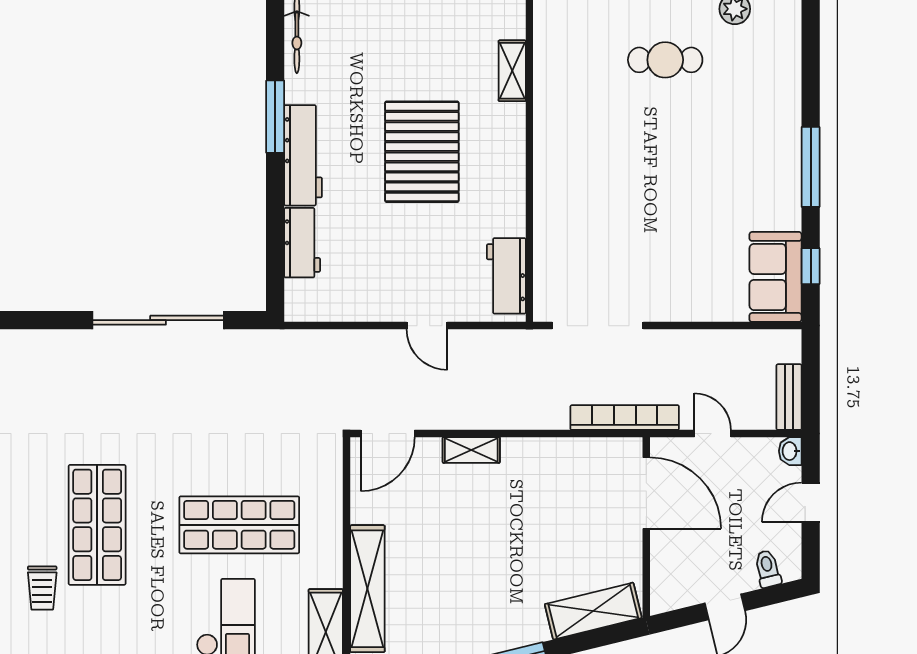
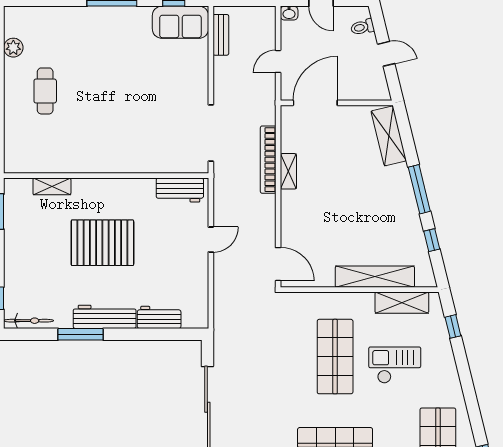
bench: (789, 397) -> (221, 35), moved, turned 90
bookcase: (625, 418) -> (268, 160), moved
shelving: (471, 450) -> (288, 171), moved

